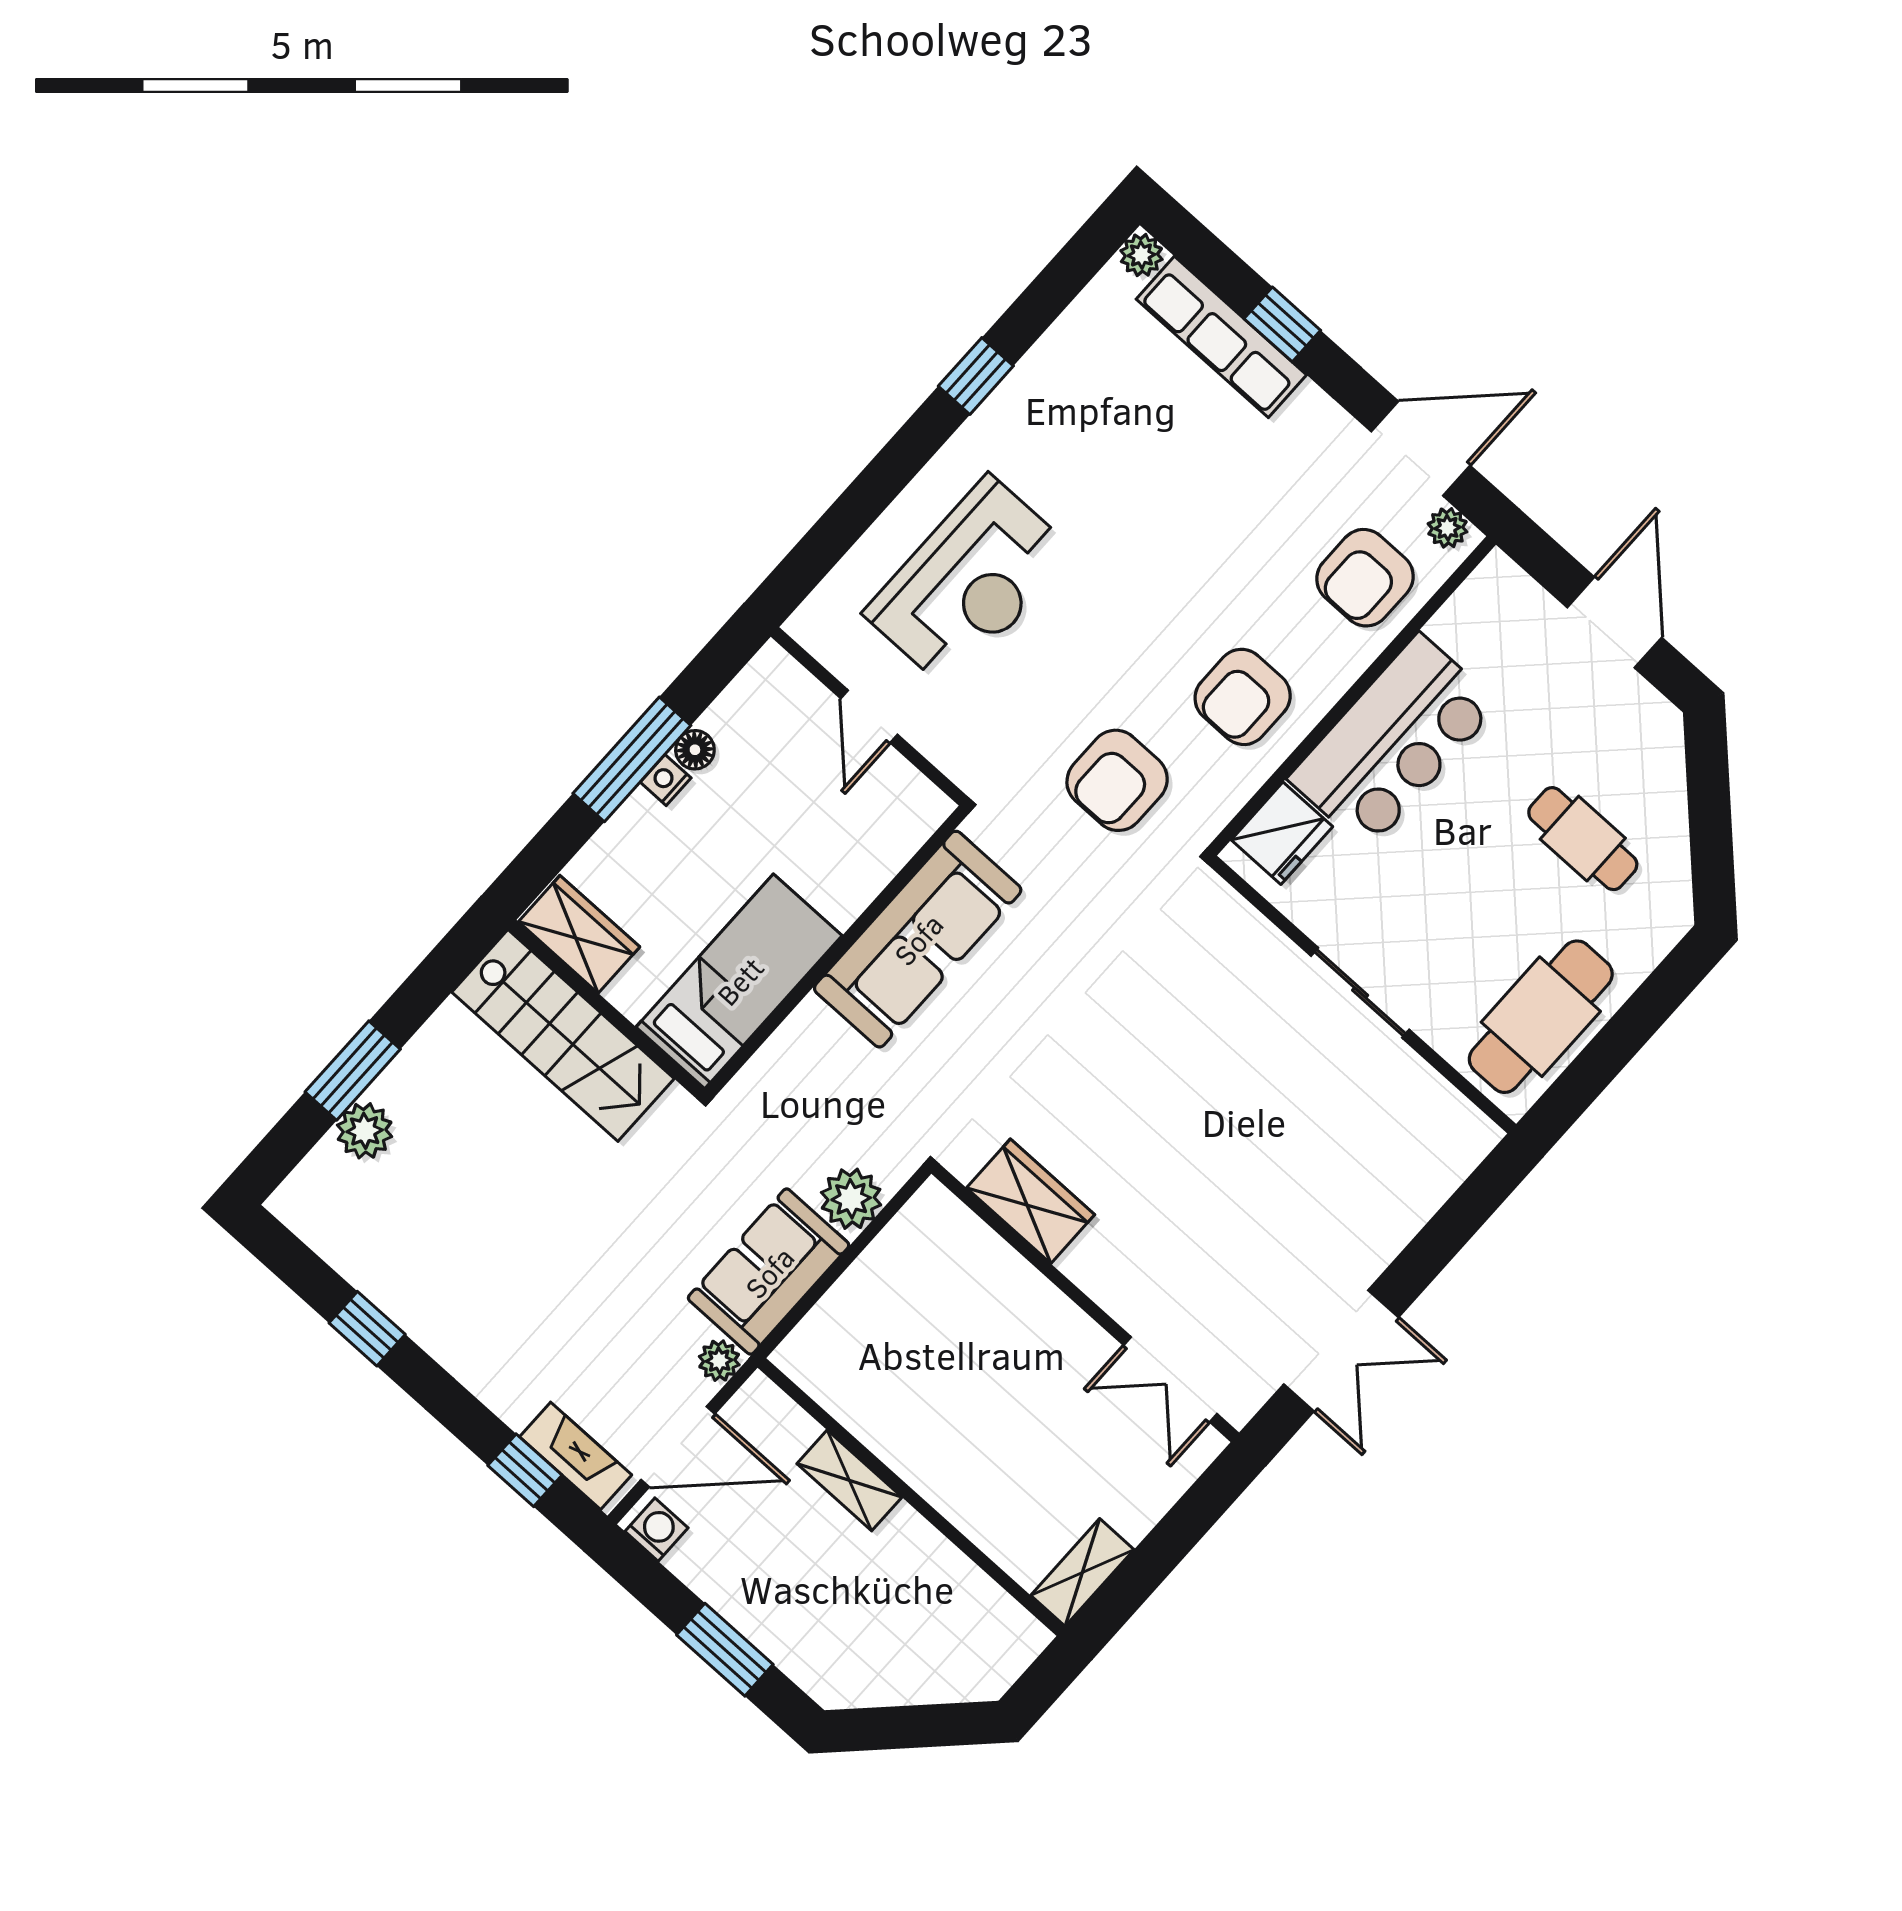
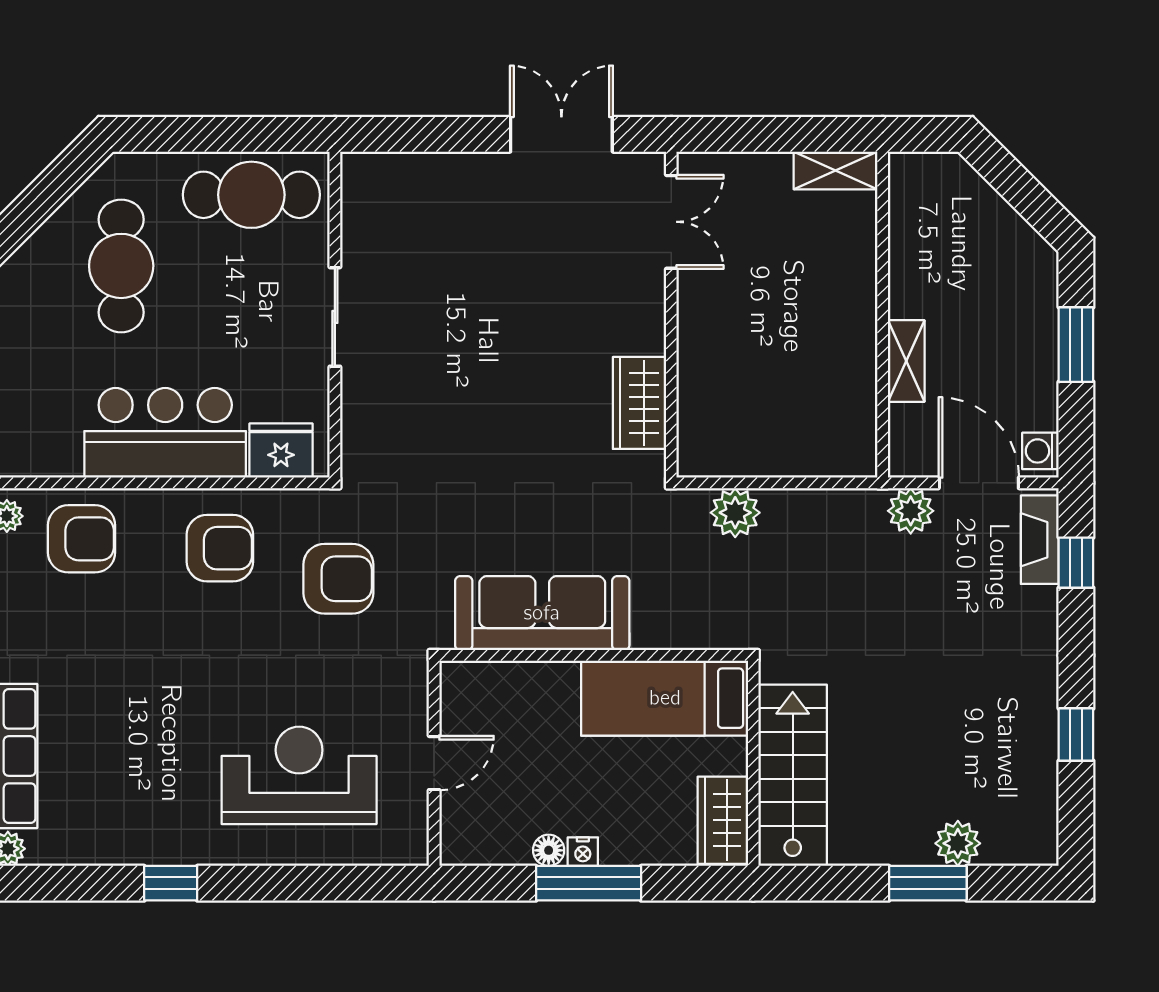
cafe table: (1583, 839) -> (121, 266), width x1.37, depth x1.35
sofa: (769, 1272) -> (824, 523), removed
plant: (719, 1361) -> (911, 511), width x1.38, depth x1.38

